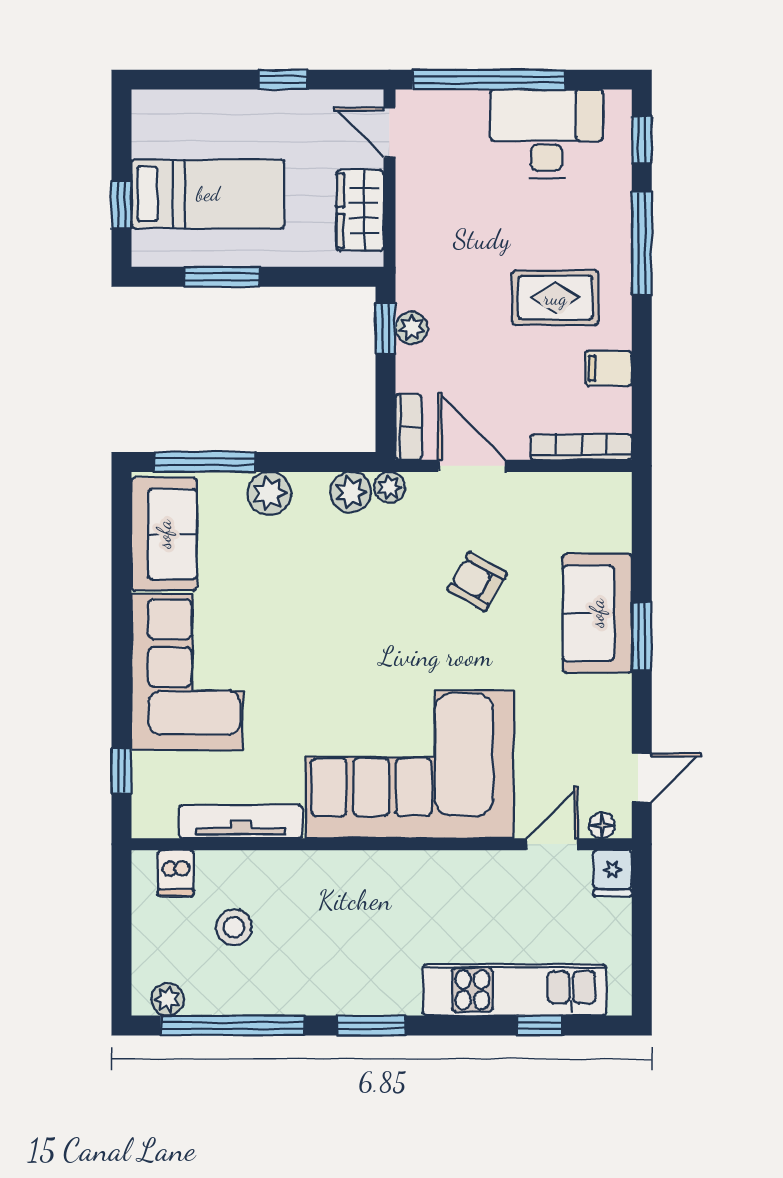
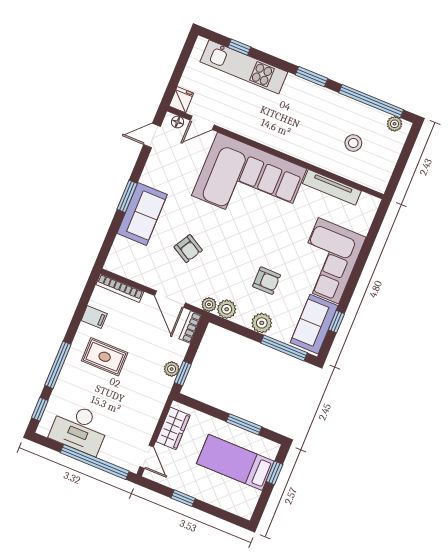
armchair: (294, 582) -> (267, 281), added
window: (121, 771) -> (336, 322), moved
dishwasher: (176, 873) -> (369, 177), removed

